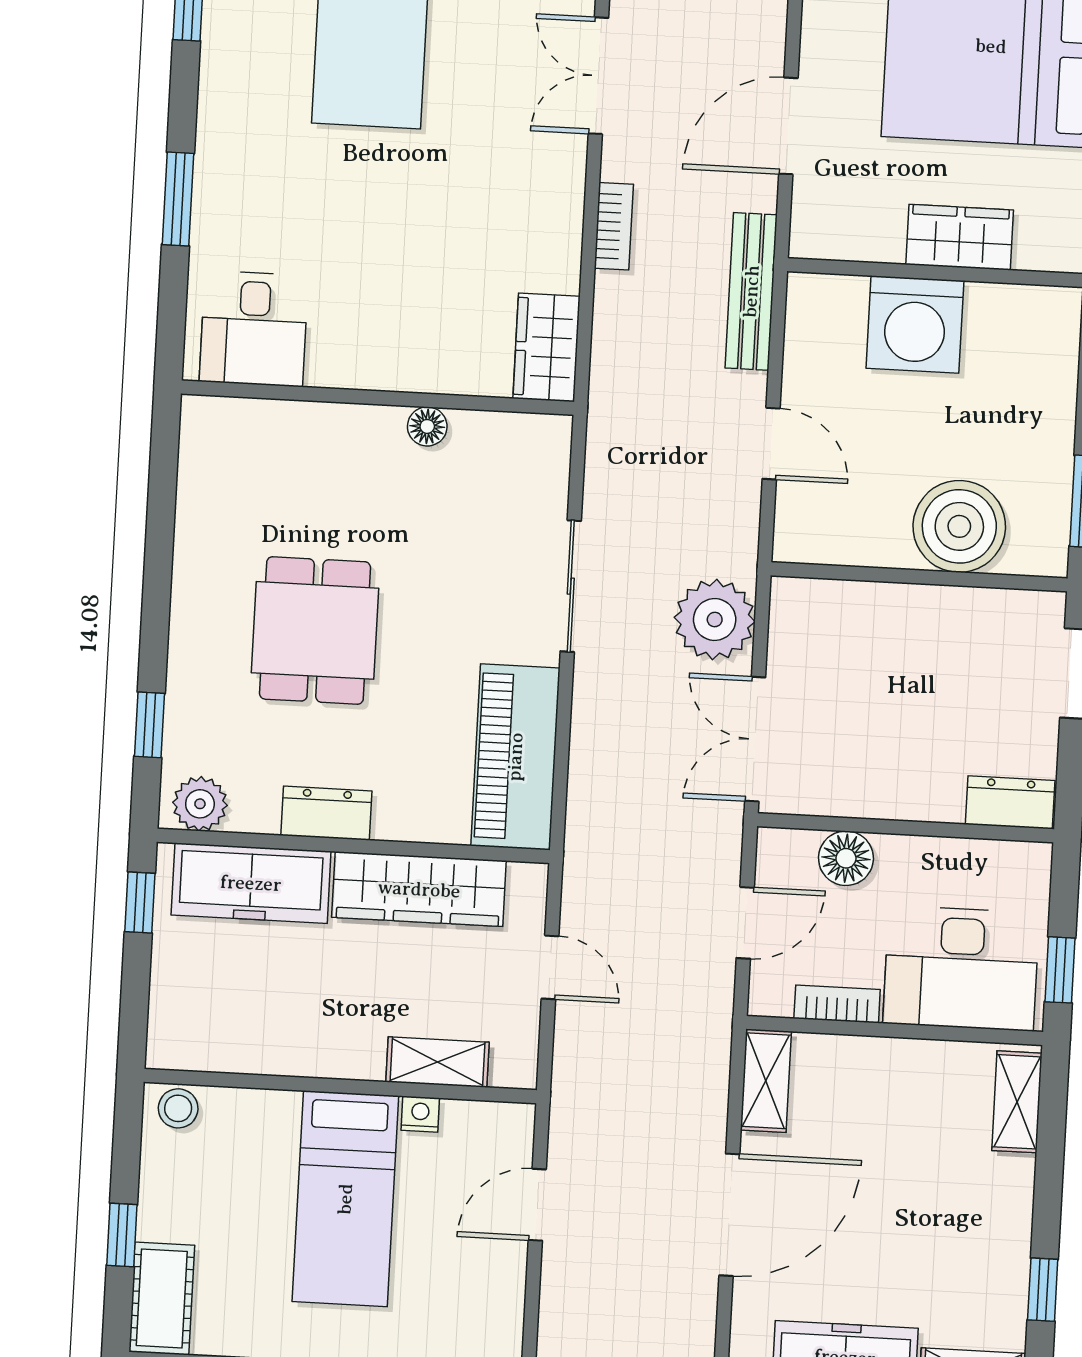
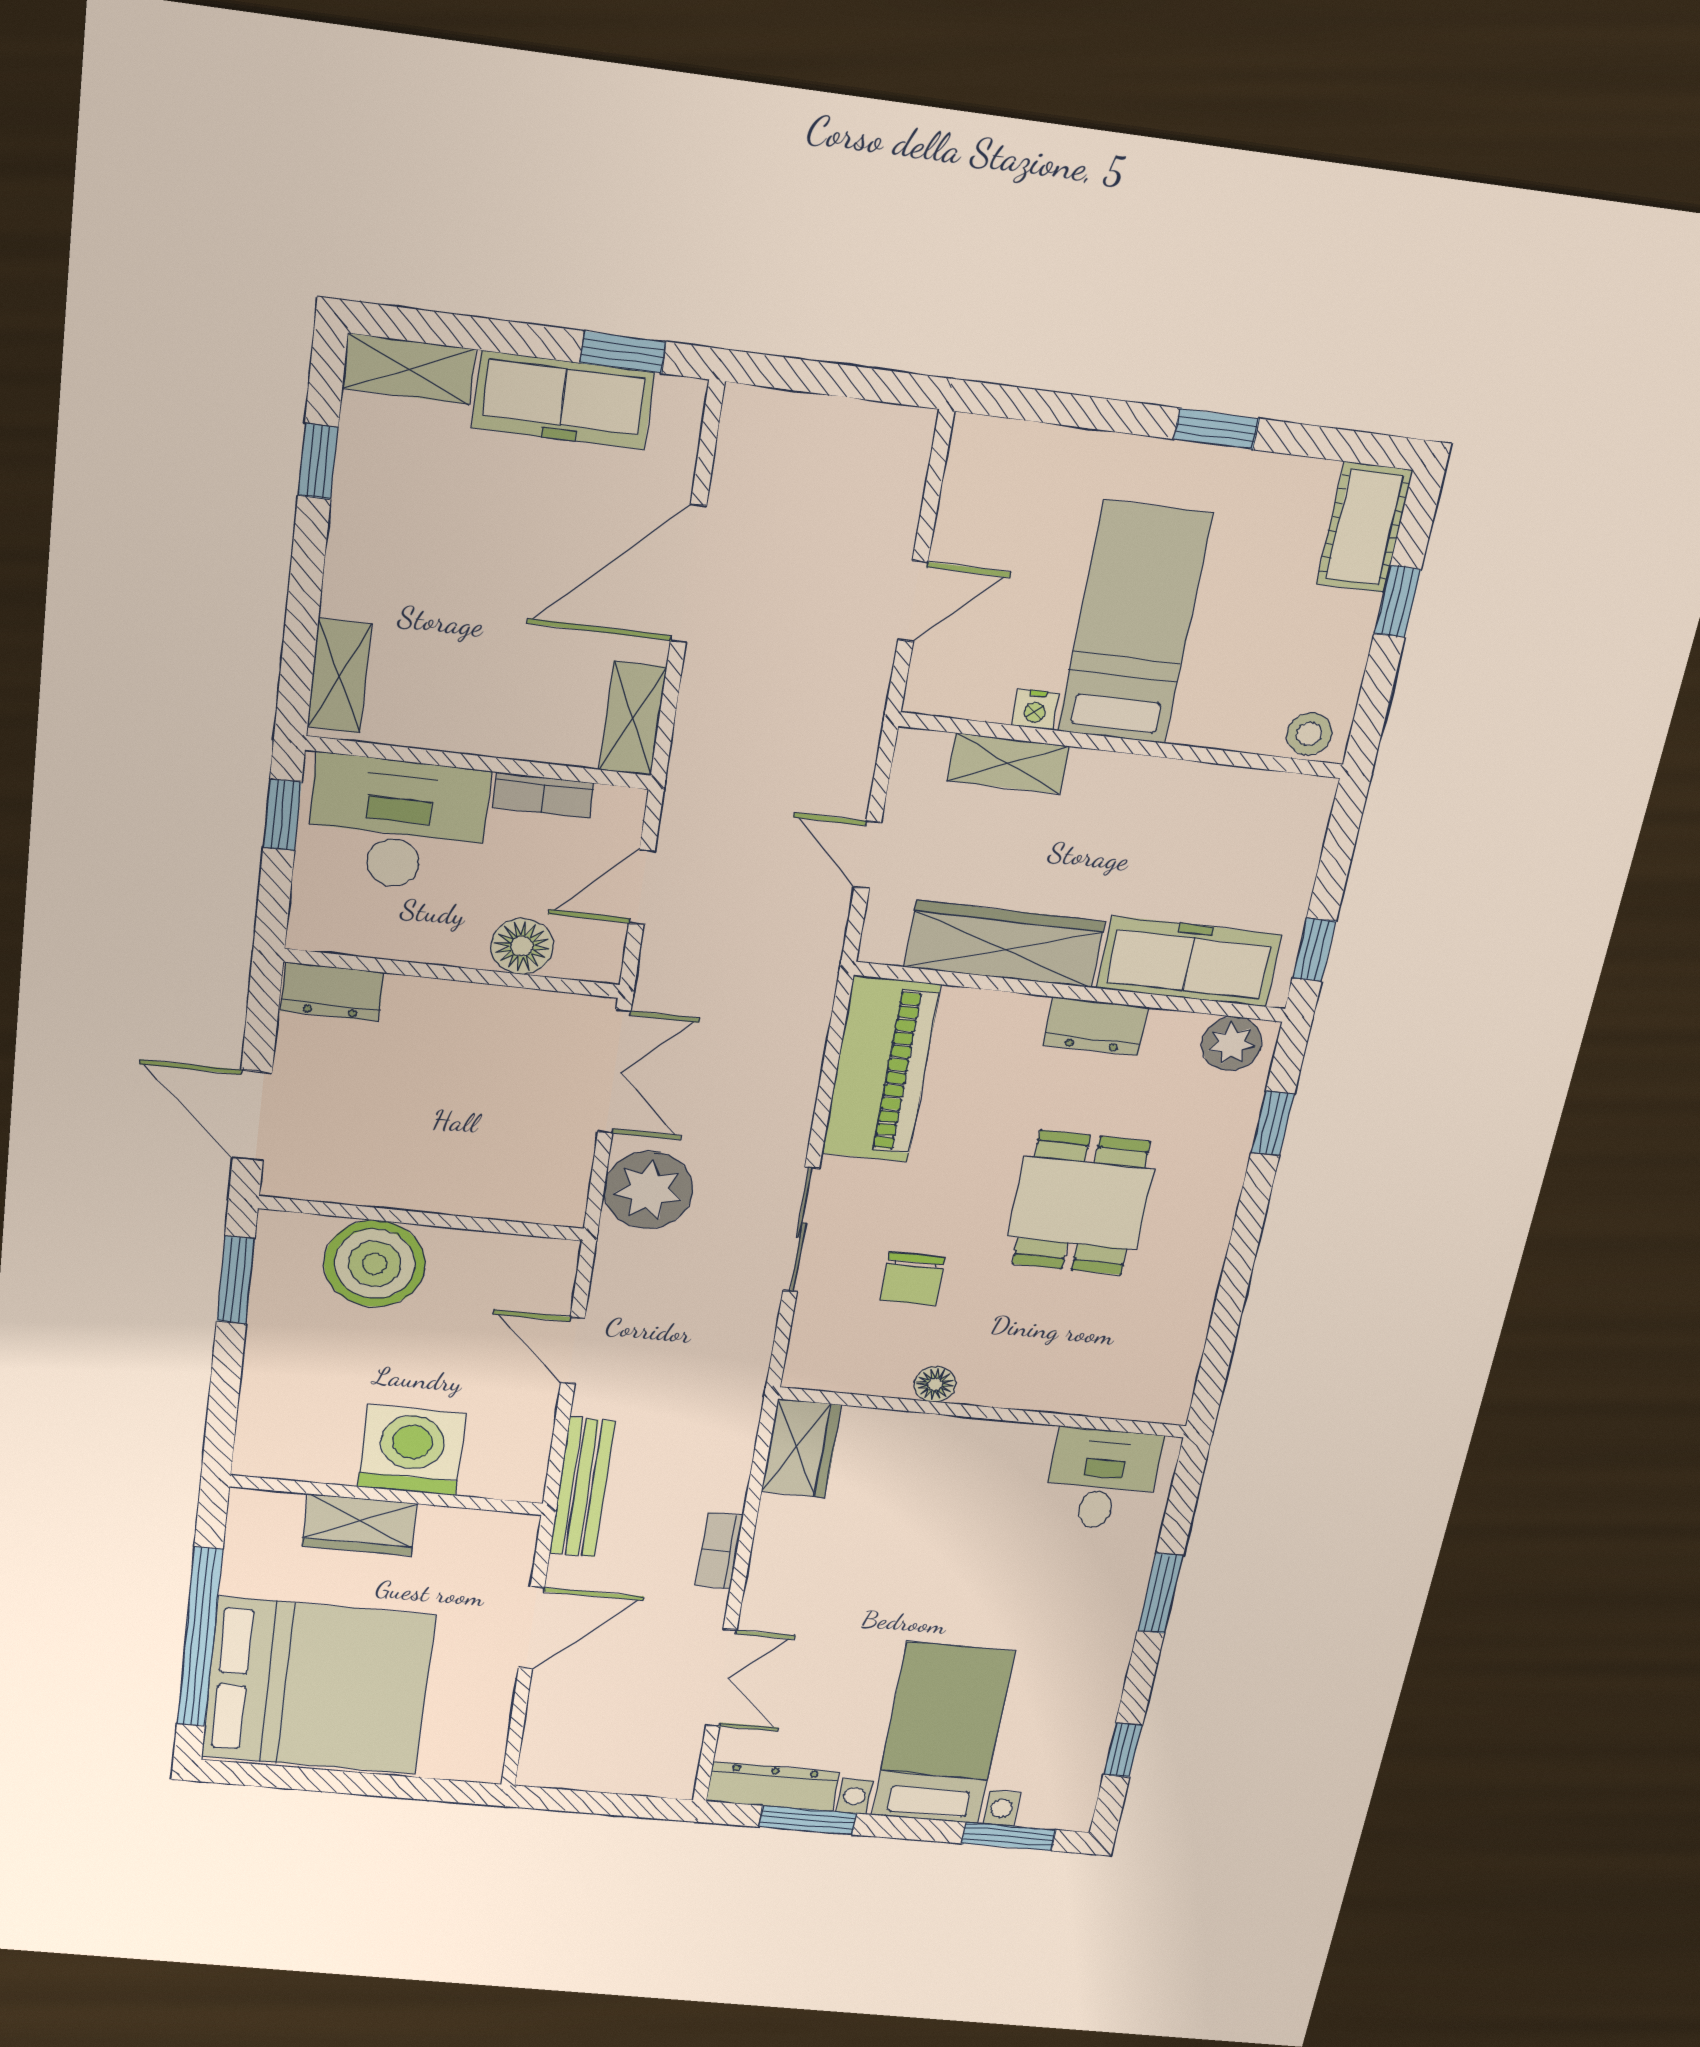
chair: (462, 540) -> (912, 1279), added

